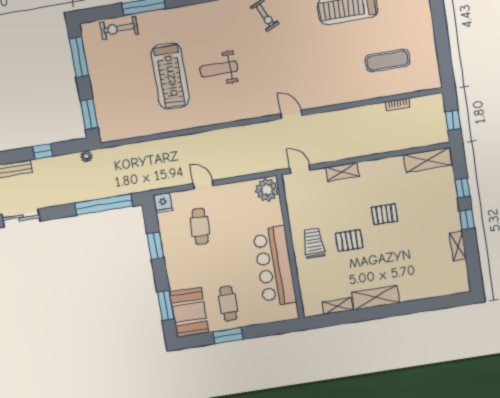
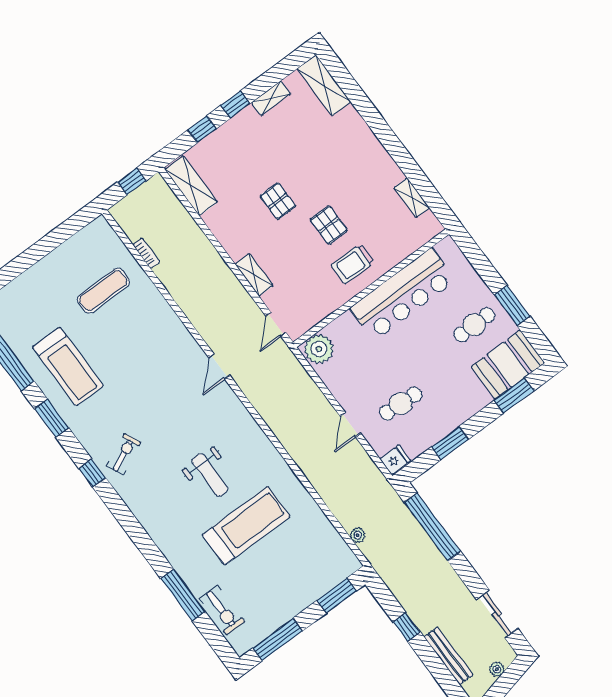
exercise mat: (388, 61) -> (103, 291), turned 90
plant: (86, 156) -> (358, 535), moved
shelving: (375, 298) -> (324, 85), moved

